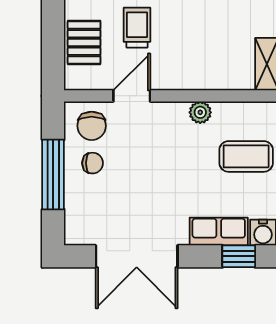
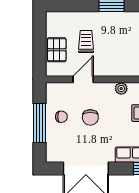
chair: (92, 126) -> (90, 117), moved

